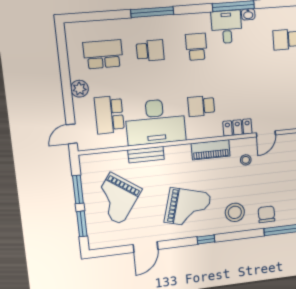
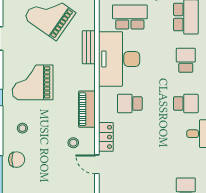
school desk: (150, 51) -> (186, 60), turned 180
school desk: (201, 106) -> (130, 103), turned -90
grand piano: (188, 208) -> (33, 82), turned 75
stool: (235, 212) -> (22, 128), width x0.53, depth x0.53

